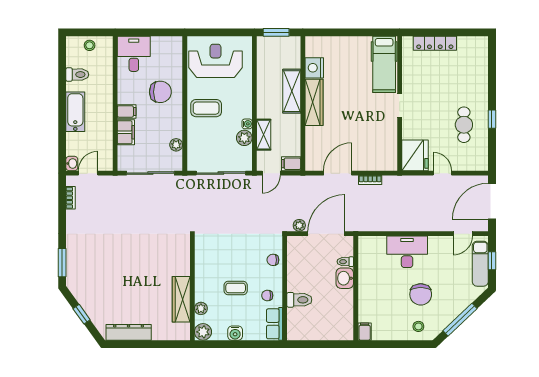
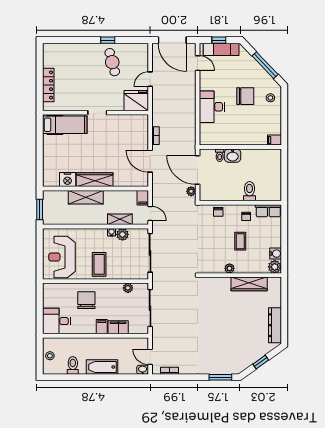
cafe table: (464, 125) -> (112, 62), turned 75
plant: (201, 308) -> (230, 268), moved
water cooler: (235, 333) -> (276, 254), moved

